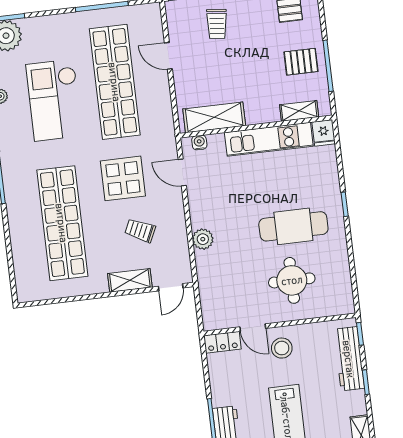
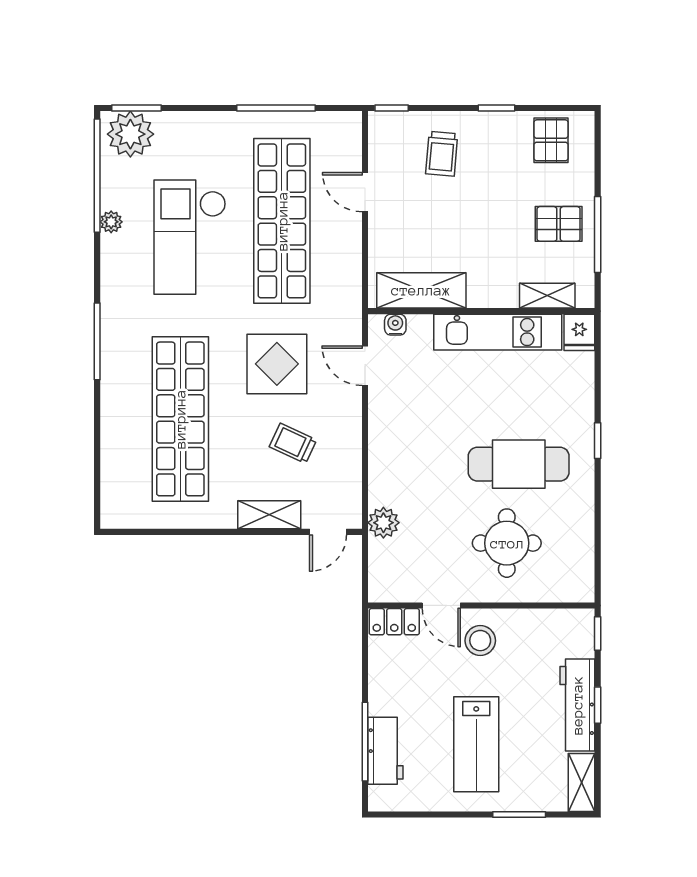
plant: (203, 239) -> (383, 523), moved
workbench: (349, 359) -> (577, 705), moved

